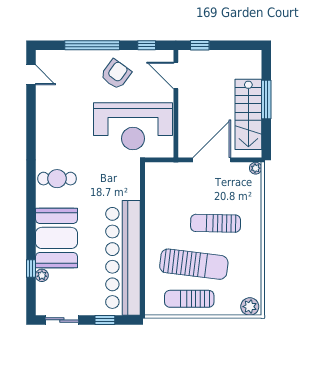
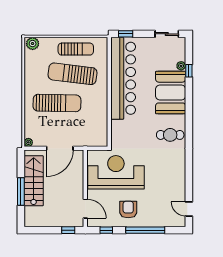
armchair: (116, 74) -> (128, 209), turned 144
sun lounger: (216, 223) -> (57, 103), width x1.36, depth x1.34
window: (105, 320) -> (126, 34), moved

